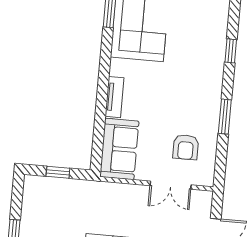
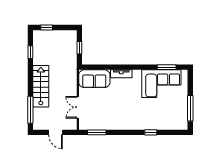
window: (225, 117) -> (97, 132), moved
armchair: (186, 147) -> (98, 113), removed

